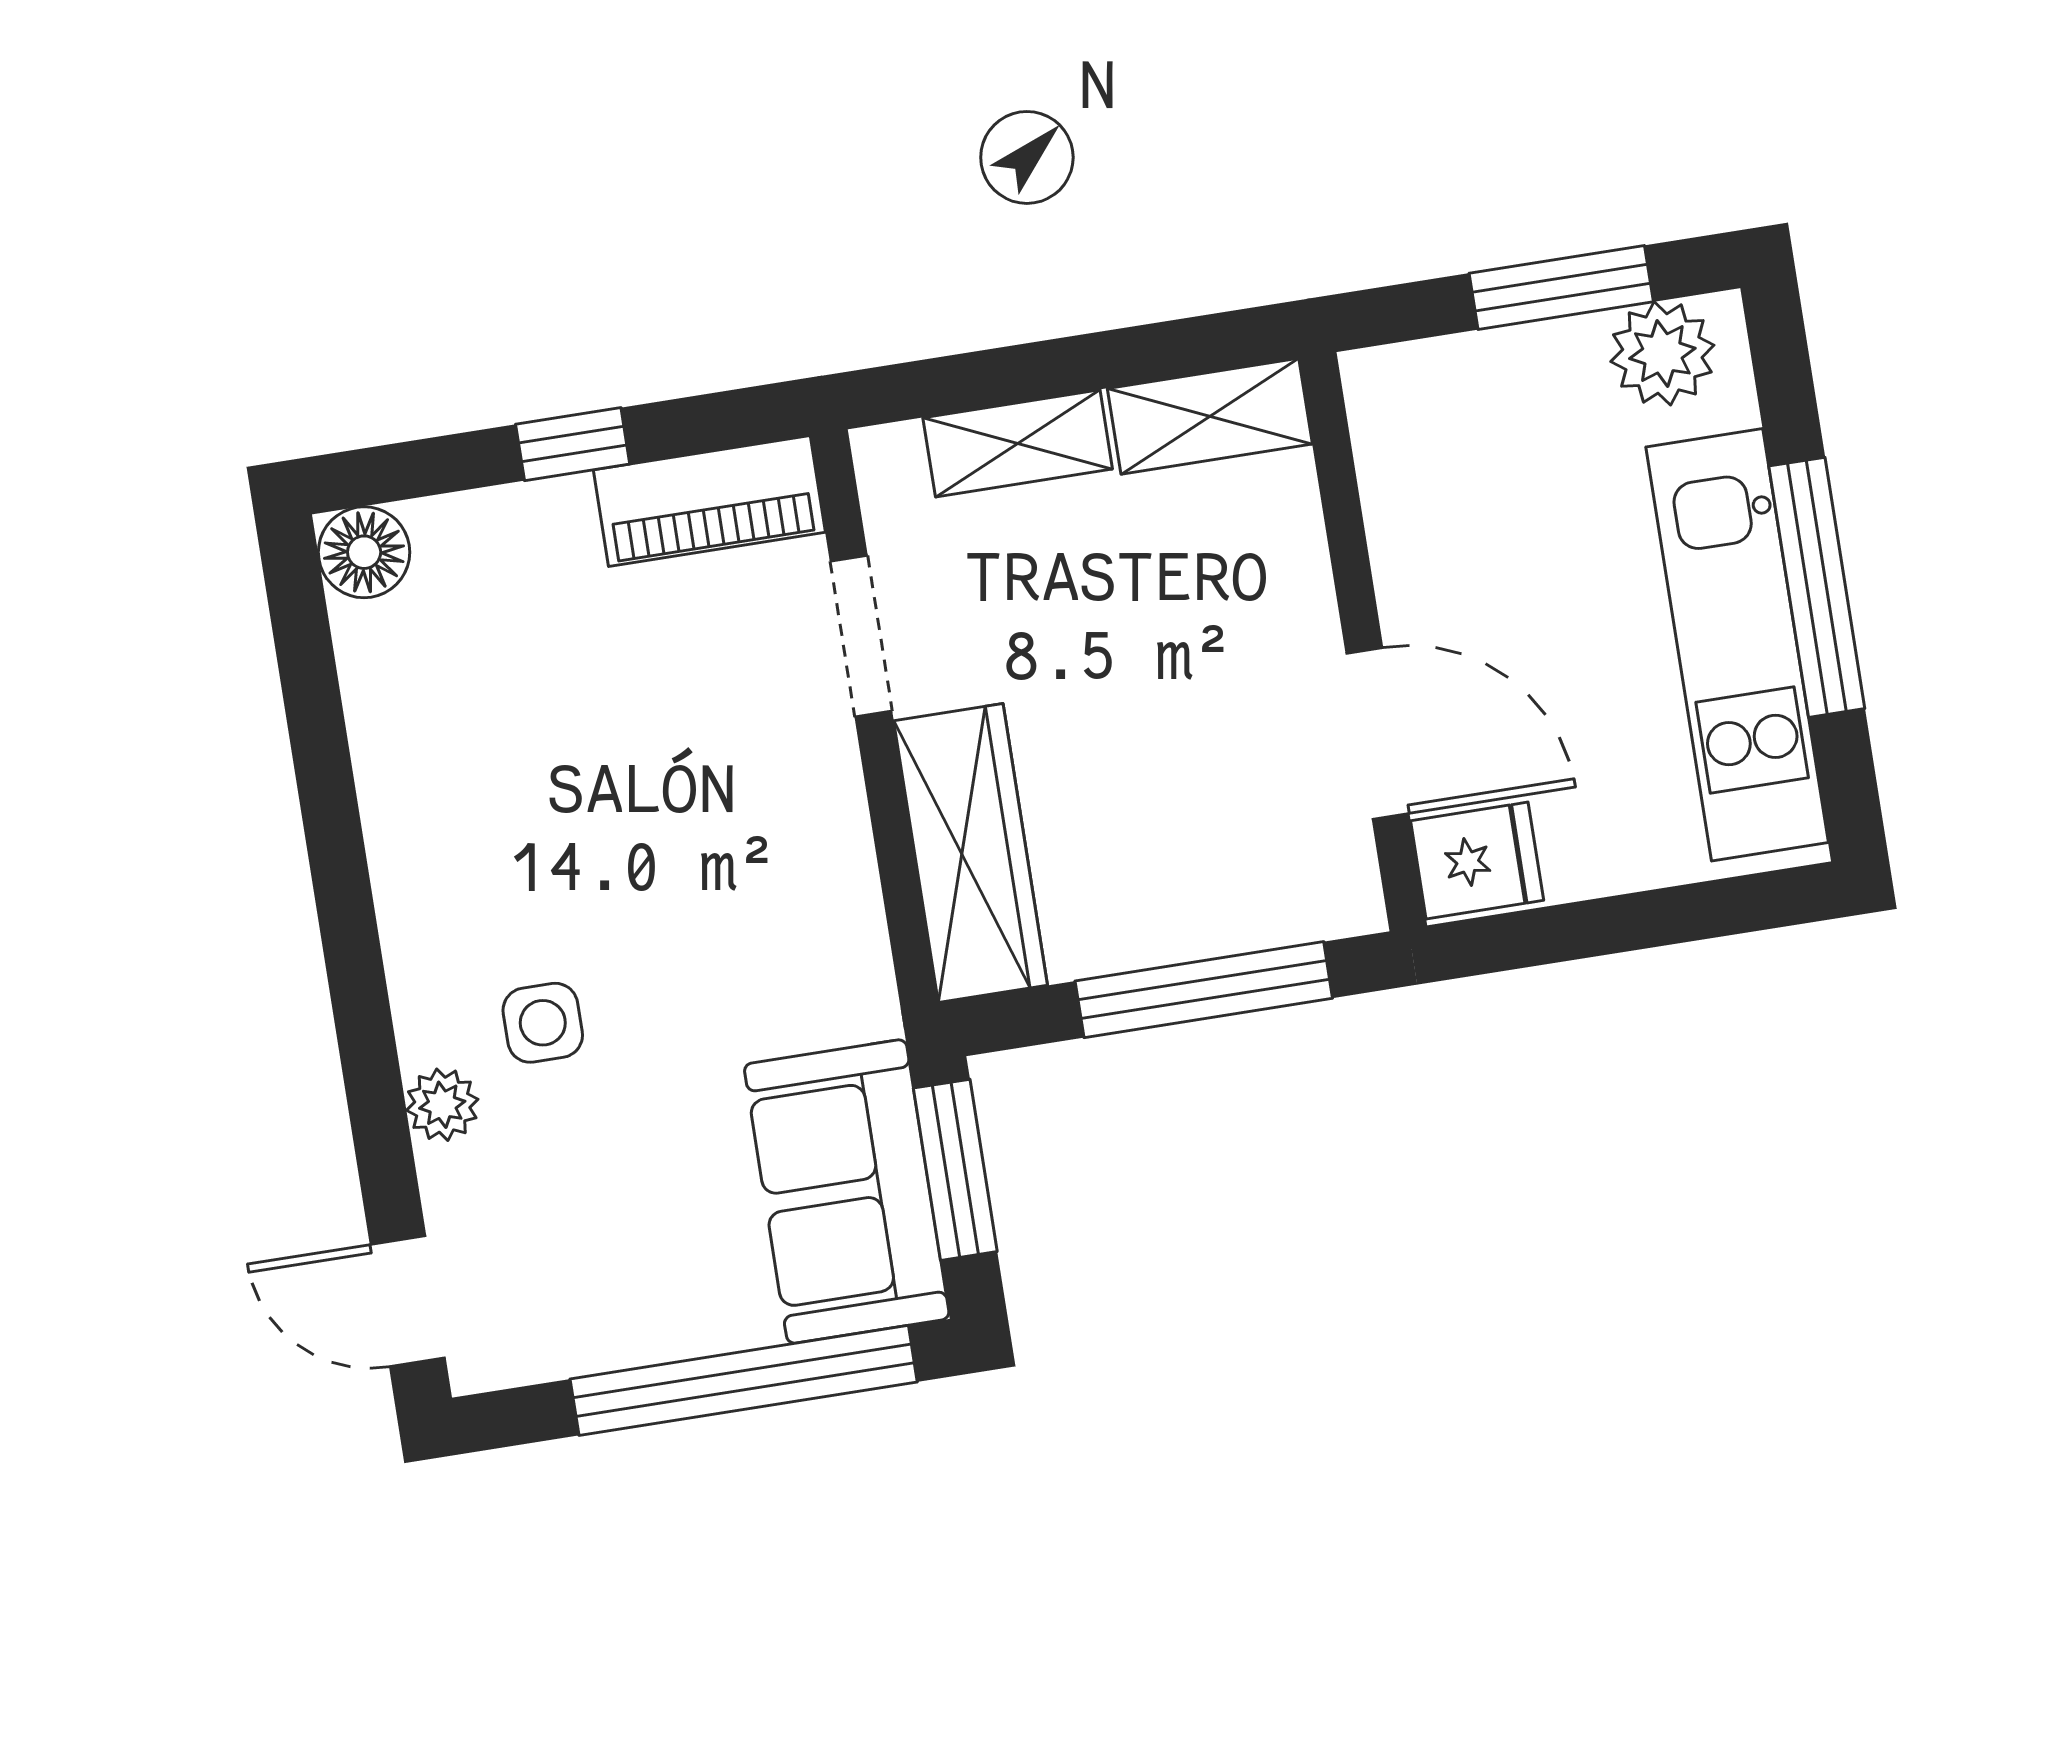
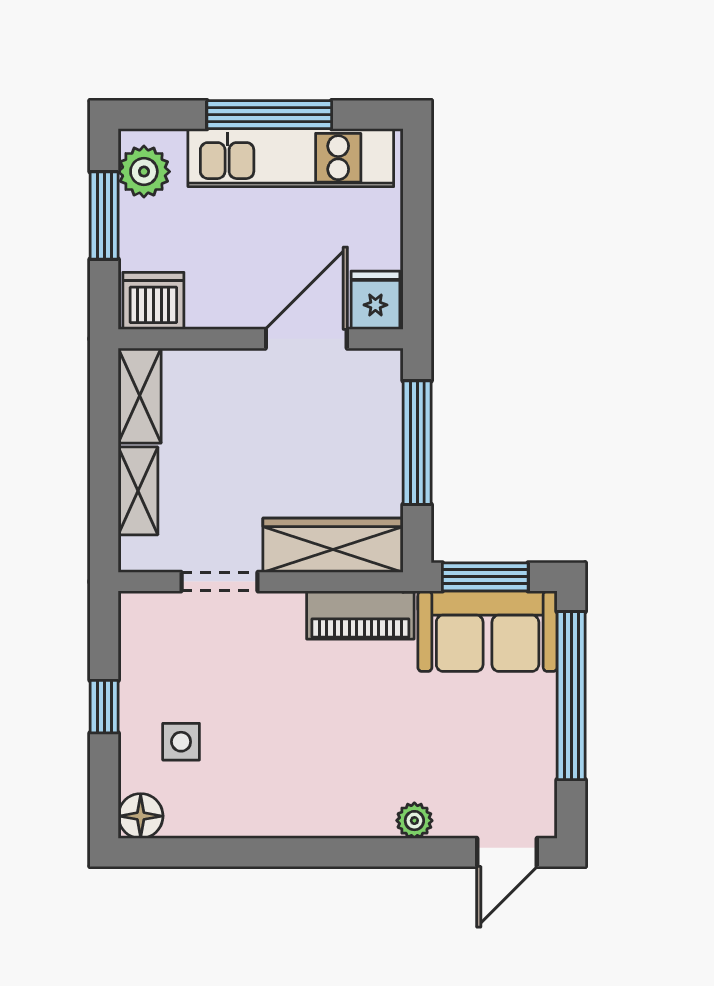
dishwasher: (1405, 414) -> (153, 301), added
piano: (709, 501) -> (360, 615), moved, turned 90
side table: (543, 1023) -> (181, 742), moved

